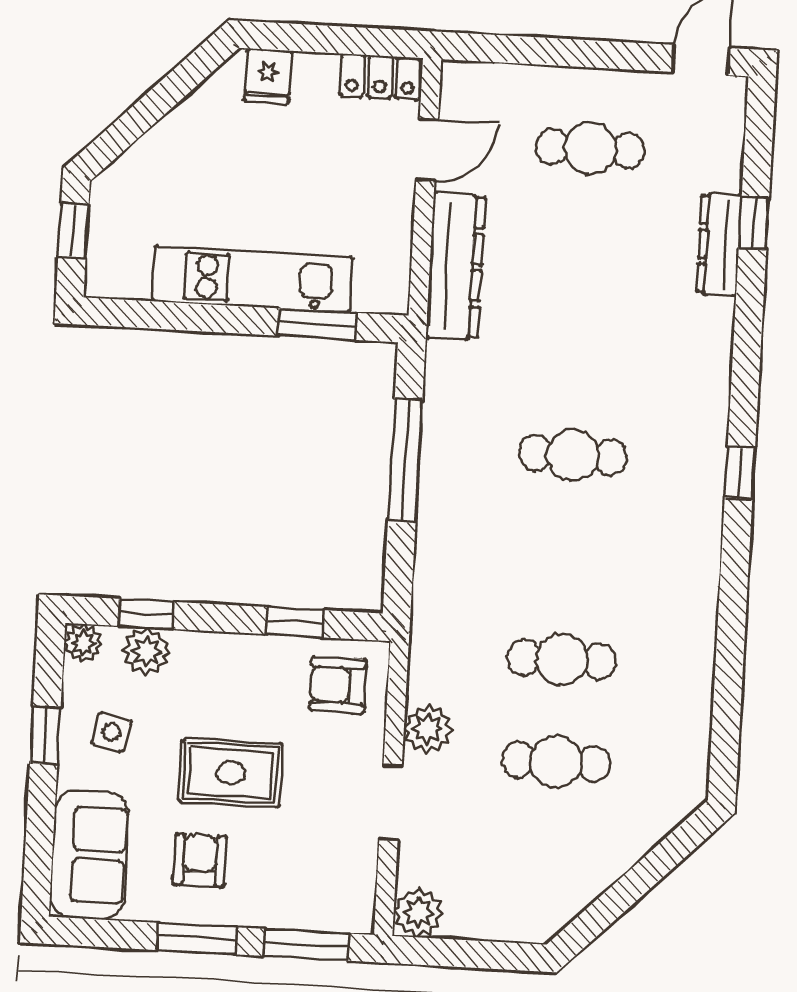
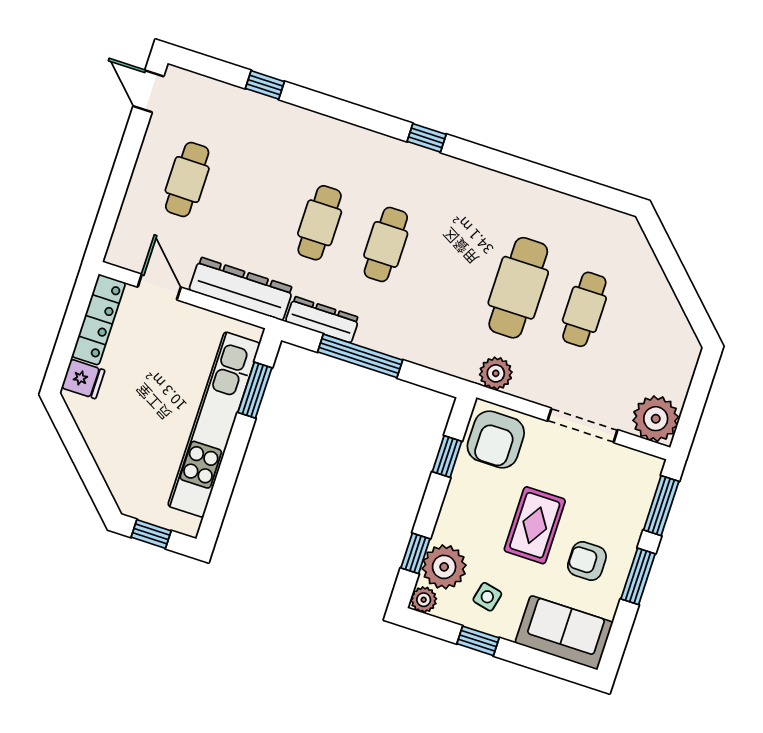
locker: (380, 77) -> (99, 320), width x1.53
dresser: (719, 245) -> (322, 320), moved, turned 180
kitchen unit: (252, 279) -> (214, 425), width x1.36
cafe table: (579, 353) -> (320, 223), added
plant: (146, 651) -> (444, 567), width x1.36, depth x1.36
cafe table: (562, 659) -> (518, 288), width x1.37, depth x1.35
armchair: (338, 685) -> (496, 440), width x1.38, depth x1.38
plant: (428, 729) -> (496, 373), moved
doorway: (391, 803) -> (583, 425), width x1.38
plant: (418, 913) -> (656, 419), width x1.36, depth x1.36

